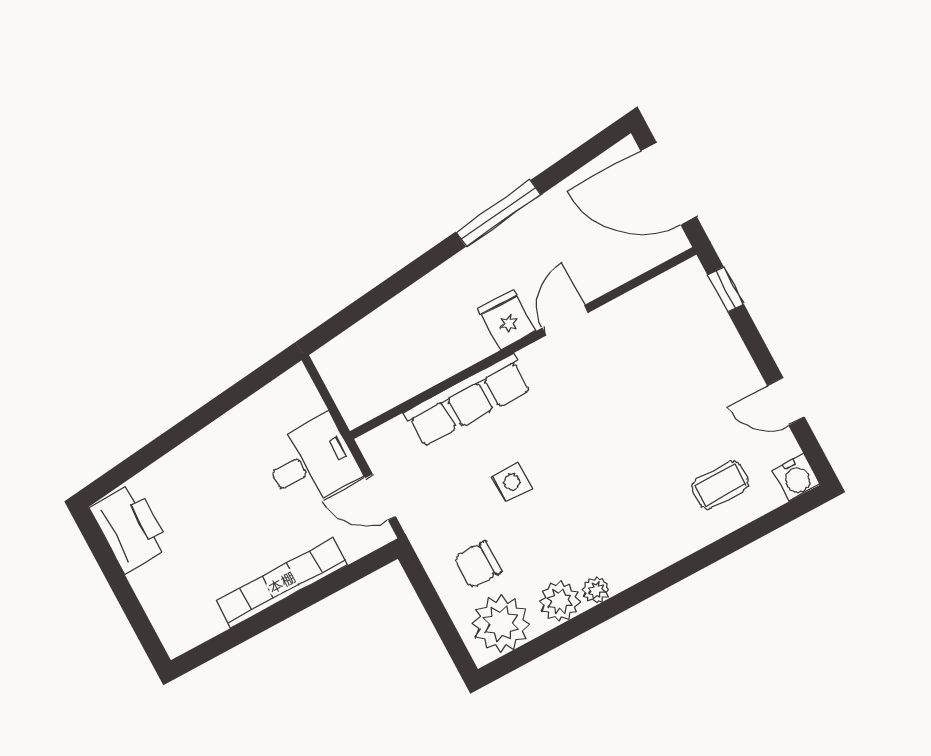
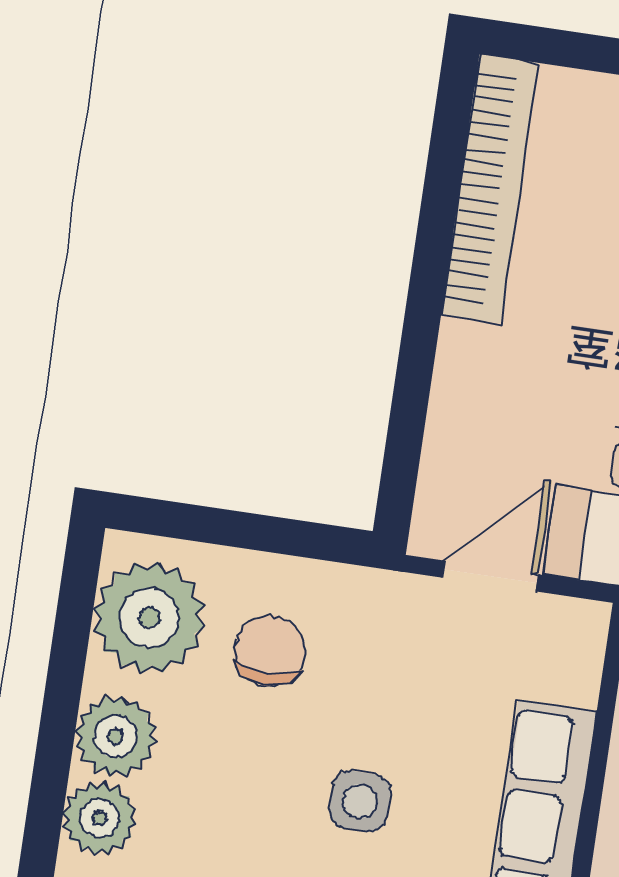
bookcase: (282, 583) -> (490, 189), moved
plant: (596, 590) -> (100, 818), width x1.38, depth x1.38

